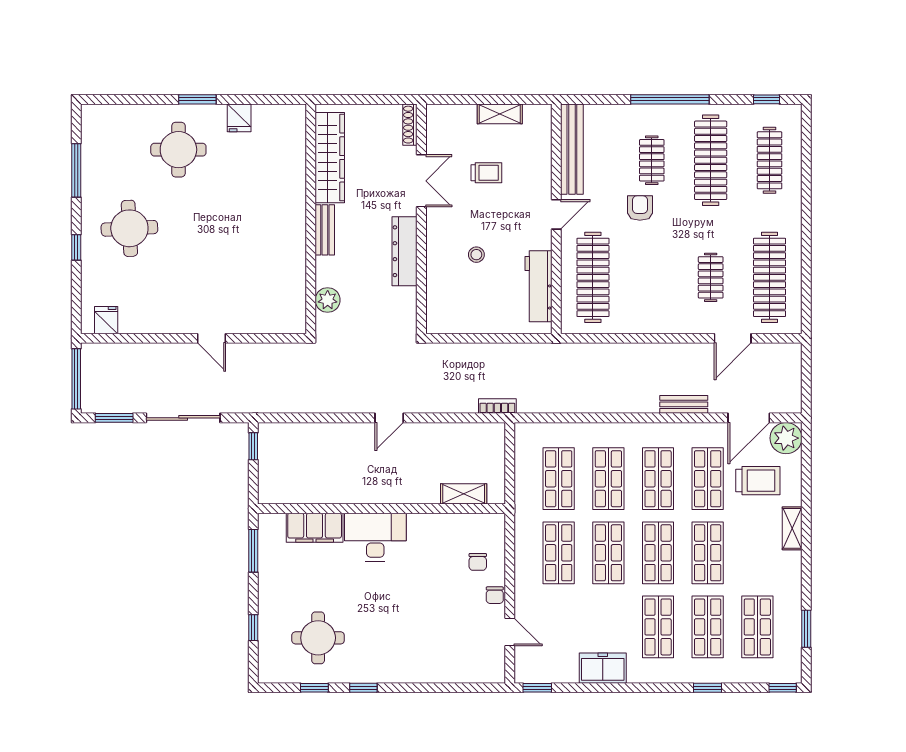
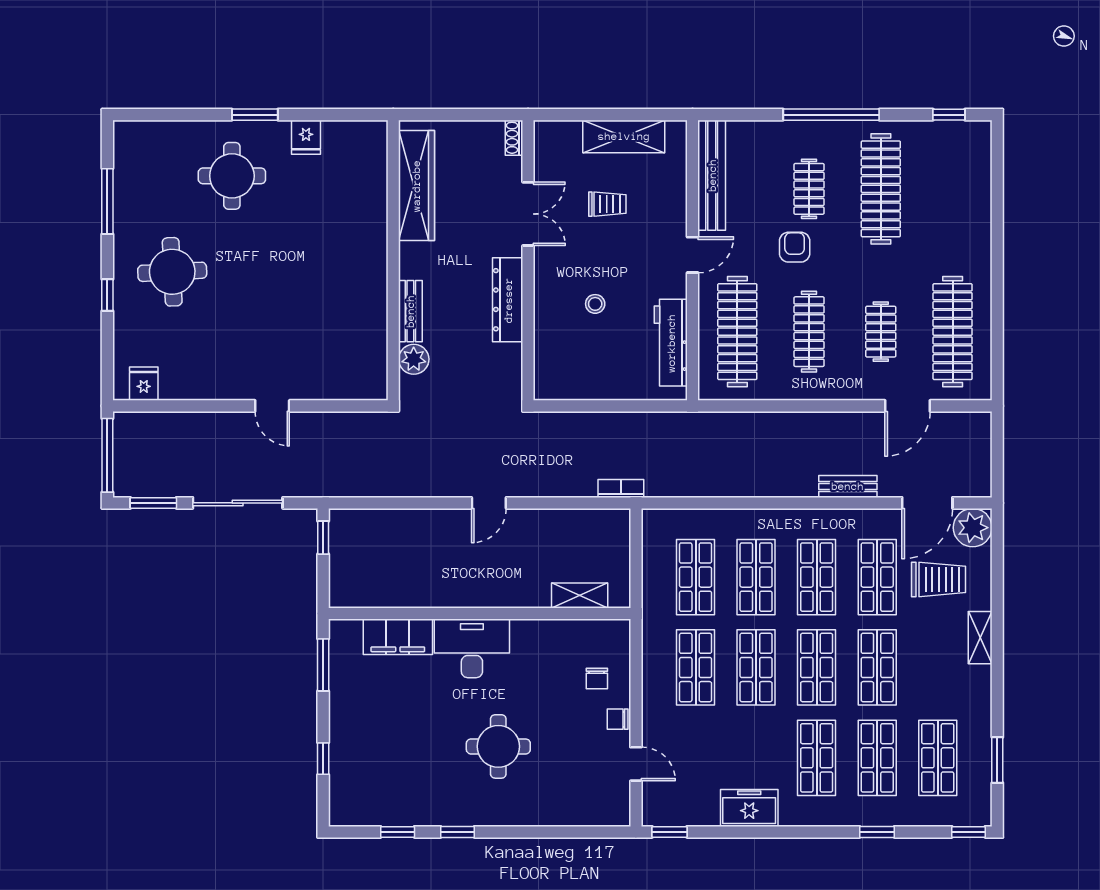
shelving: (500, 114) -> (624, 136), width x1.50, depth x1.33
shoe rack: (410, 125) -> (514, 138), width x0.70
clothes rail: (770, 160) -> (809, 332), moved
bench: (325, 230) -> (410, 311), moved
chair: (495, 595) -> (618, 719), turned 90
round table: (318, 638) -> (498, 746), moved

